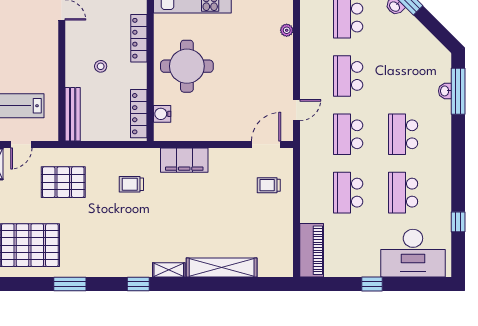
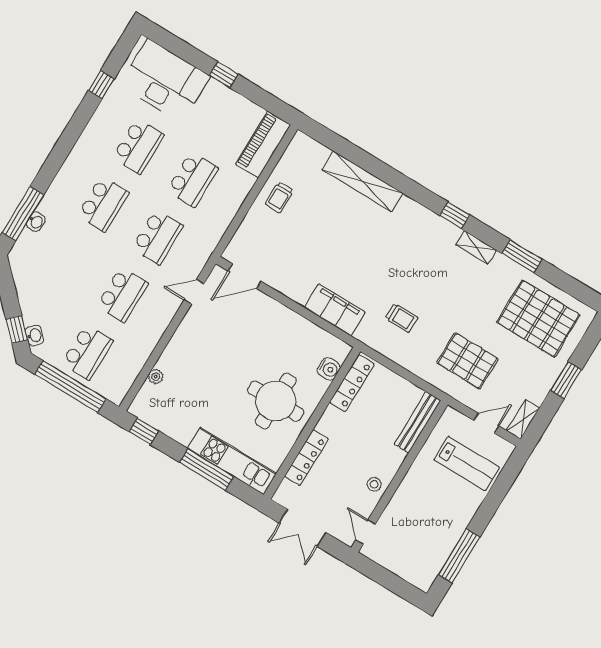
stool: (101, 66) -> (374, 484), moved
trolley: (269, 185) -> (279, 197), moved, turned 90
shelving: (169, 270) -> (476, 247), moved

